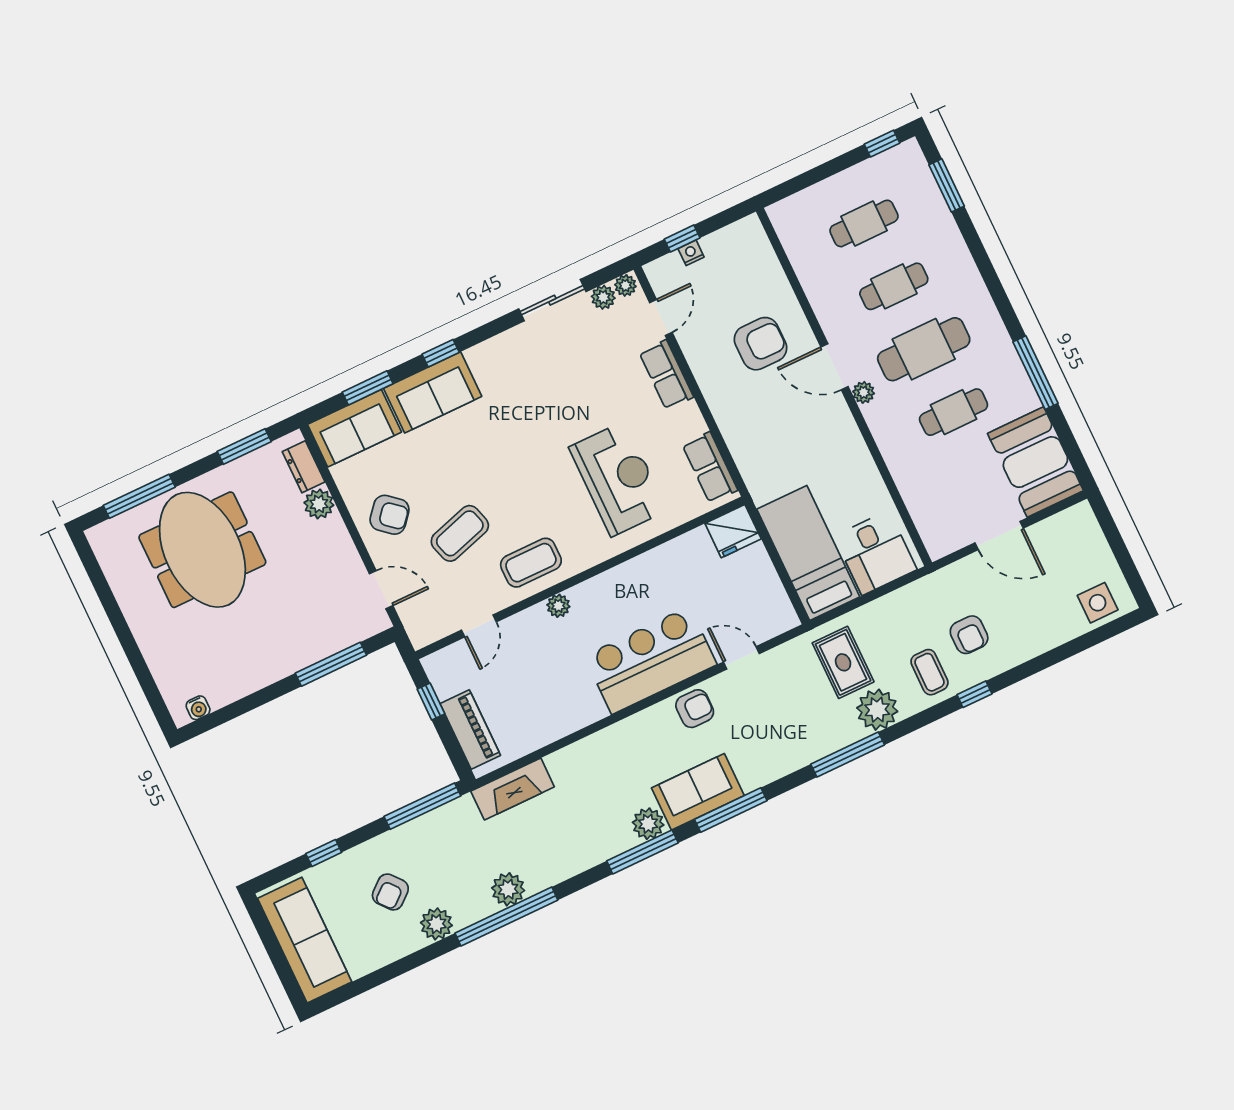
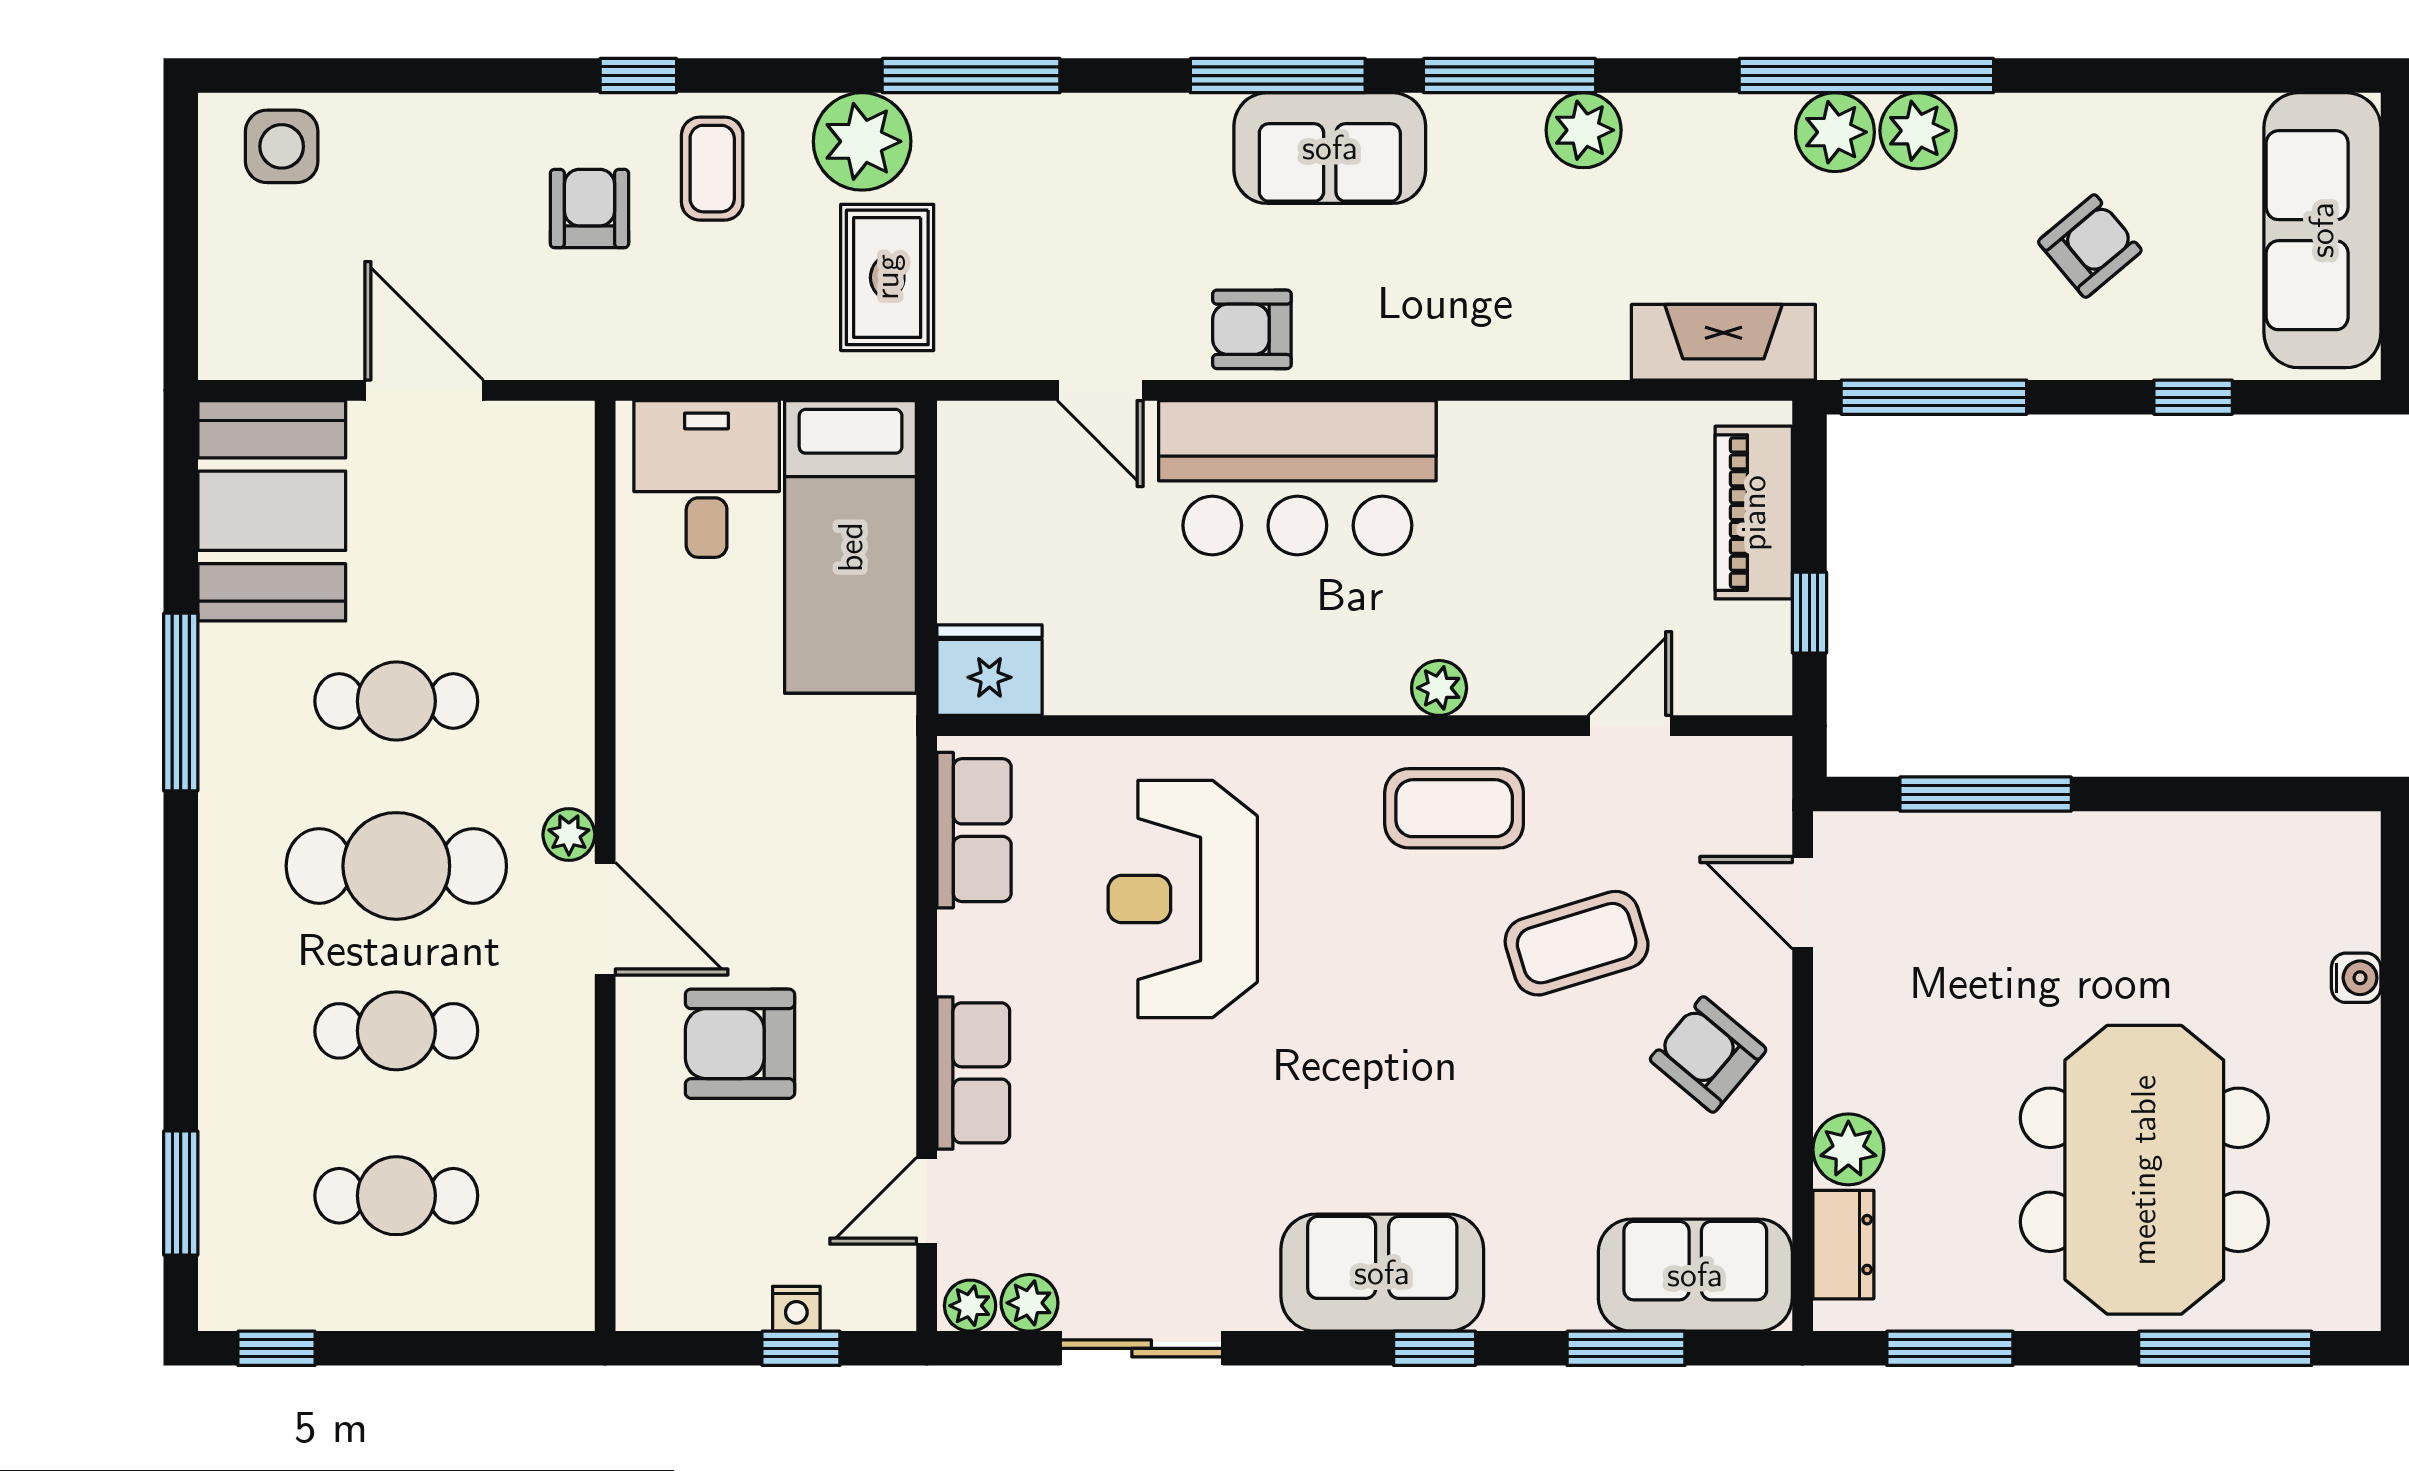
sofa: (433, 392) -> (1382, 1273), moved
water cooler: (198, 708) -> (2356, 978), moved, turned 90
plant: (648, 824) -> (1584, 130), moved
plant: (436, 924) -> (1918, 131), moved

